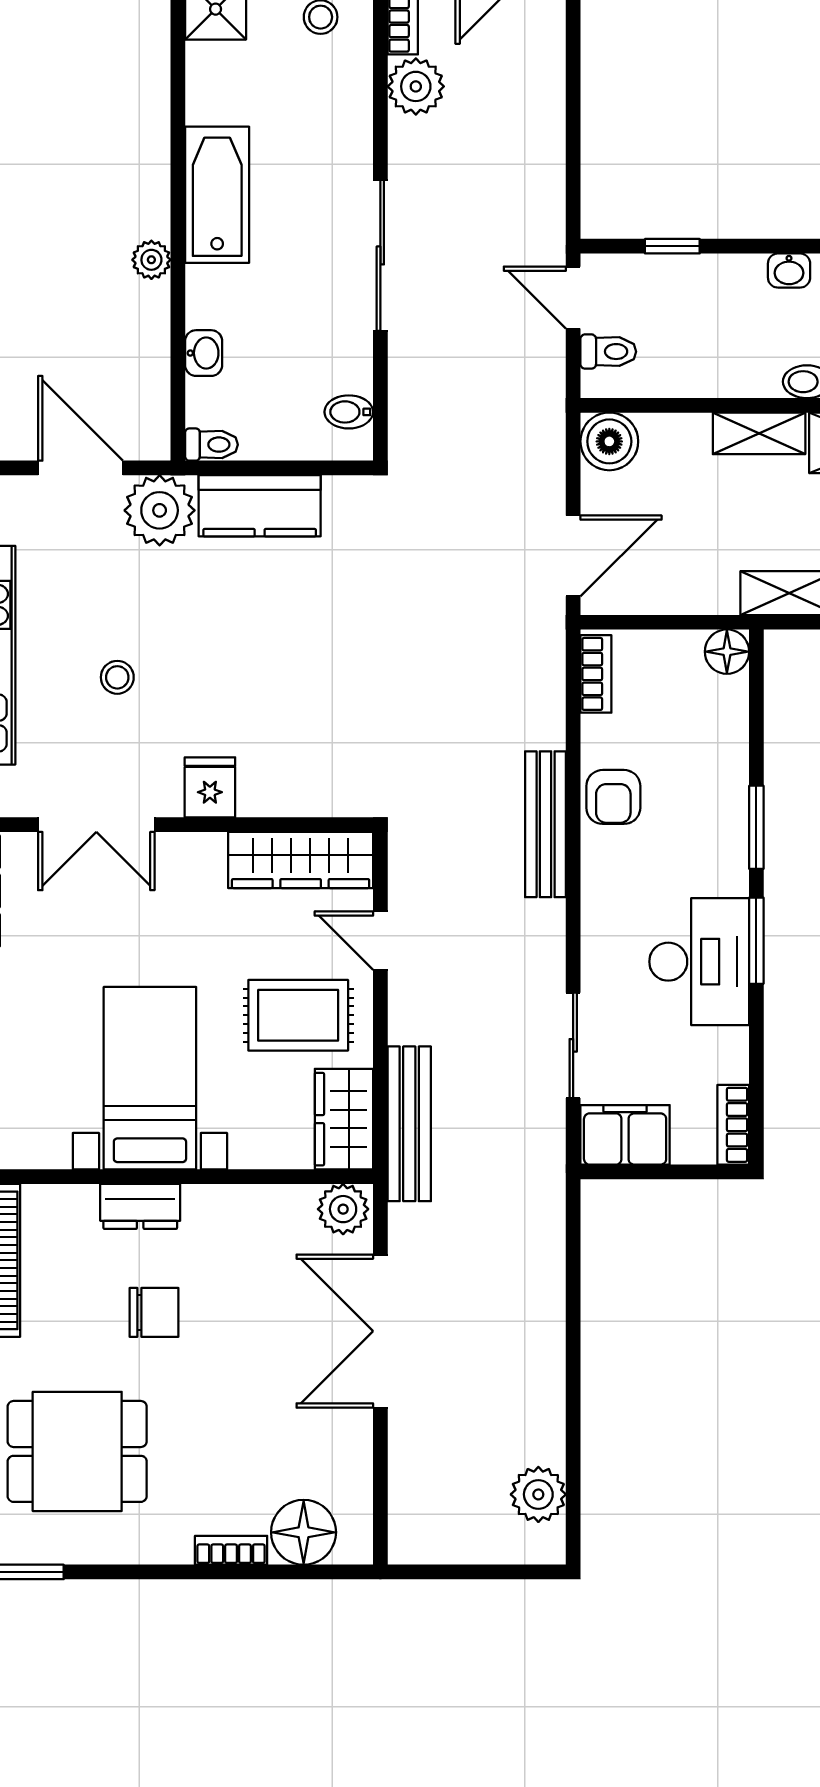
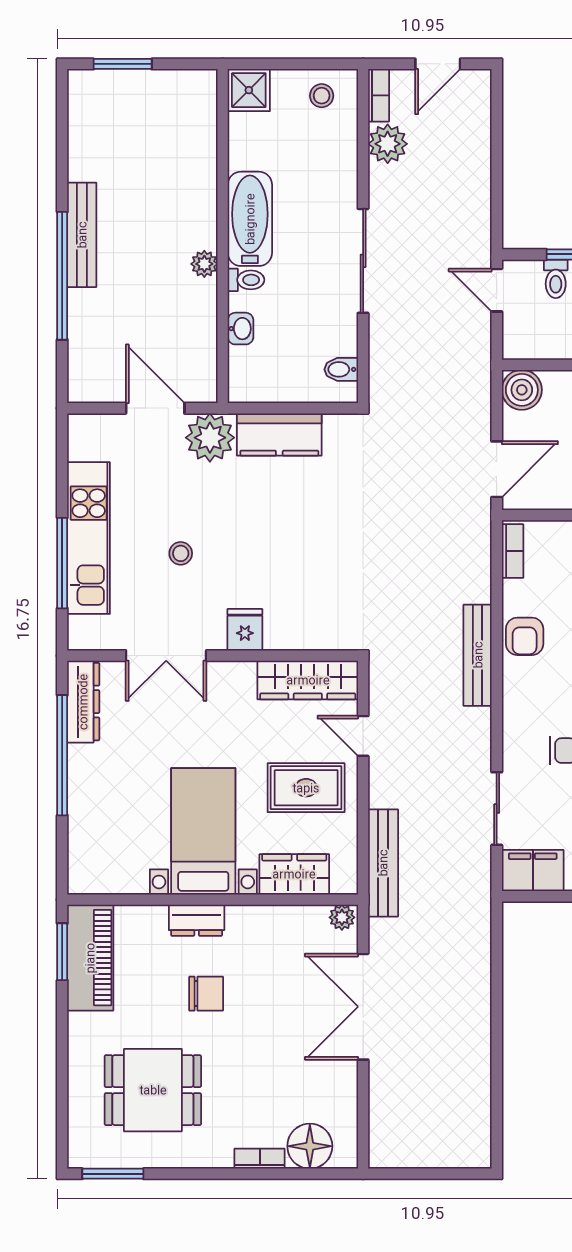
toilet: (608, 352) -> (556, 279), moved, turned 90
toilet: (211, 445) -> (246, 280), moved
wardrobe: (344, 1119) -> (294, 874), moved, turned 90
plant: (343, 1209) -> (342, 917), width x0.73, depth x0.73
plant: (538, 1494) -> (473, 1120), removed

